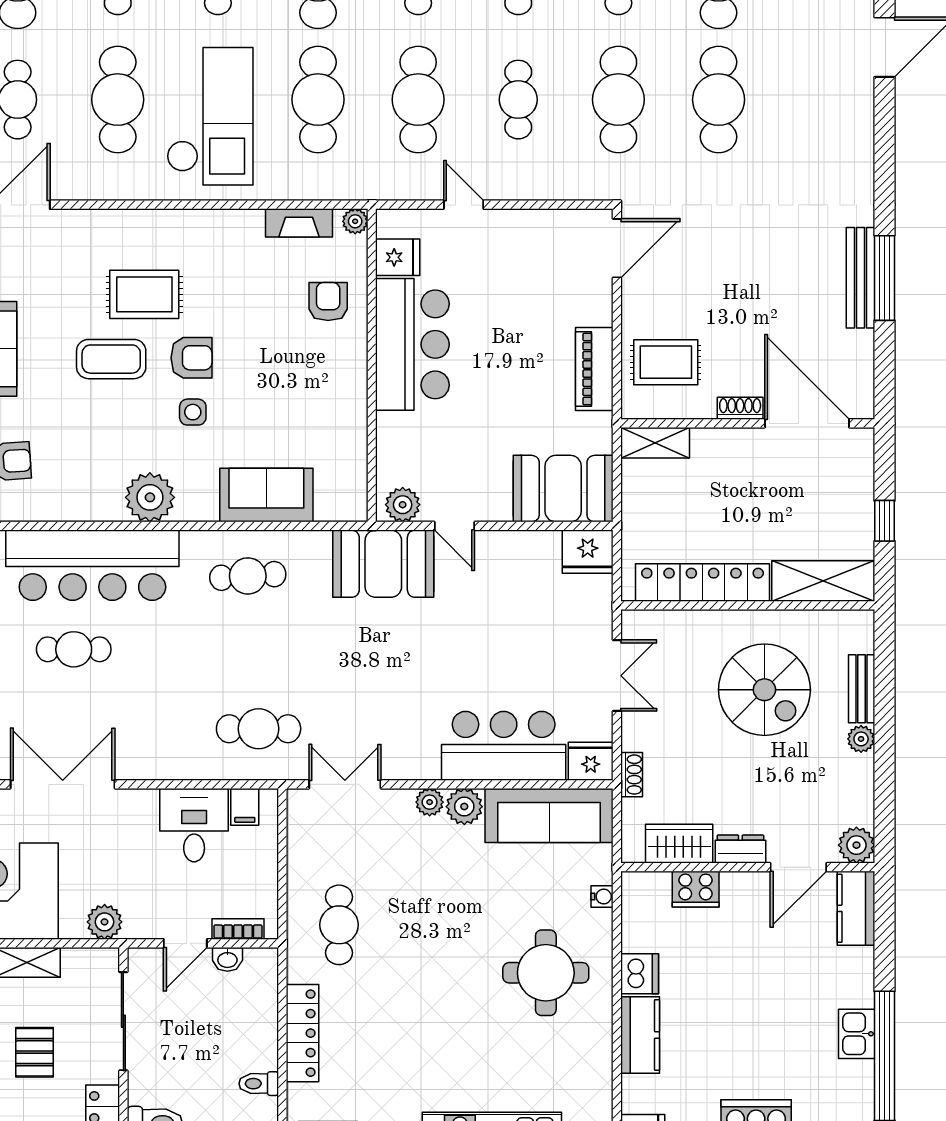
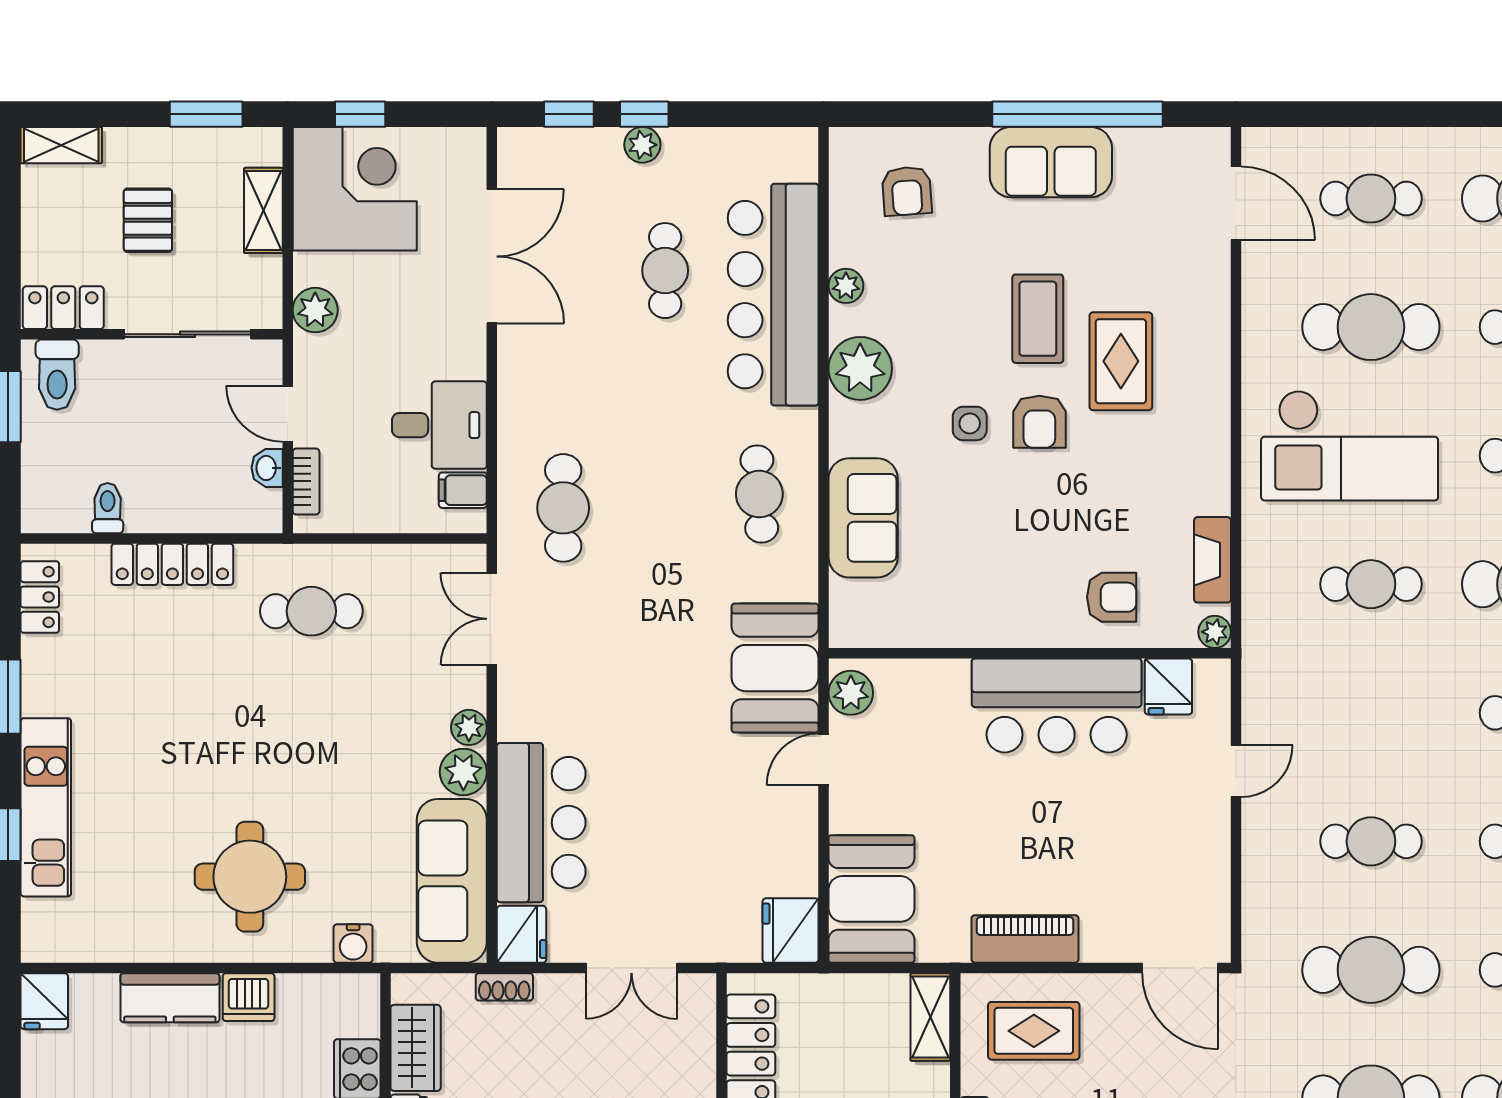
cafe table: (318, 100) -> (1371, 584), width x0.73, depth x0.74
cafe table: (418, 100) -> (1371, 713), removed
rug: (666, 362) -> (1034, 1031), turned 90
plant: (86, 509) -> (846, 286), added
double door: (345, 784) -> (492, 619), swing flipped
water cooler: (602, 897) -> (353, 943), width x1.38, depth x1.38
pallet: (35, 1052) -> (148, 220), turned 90

